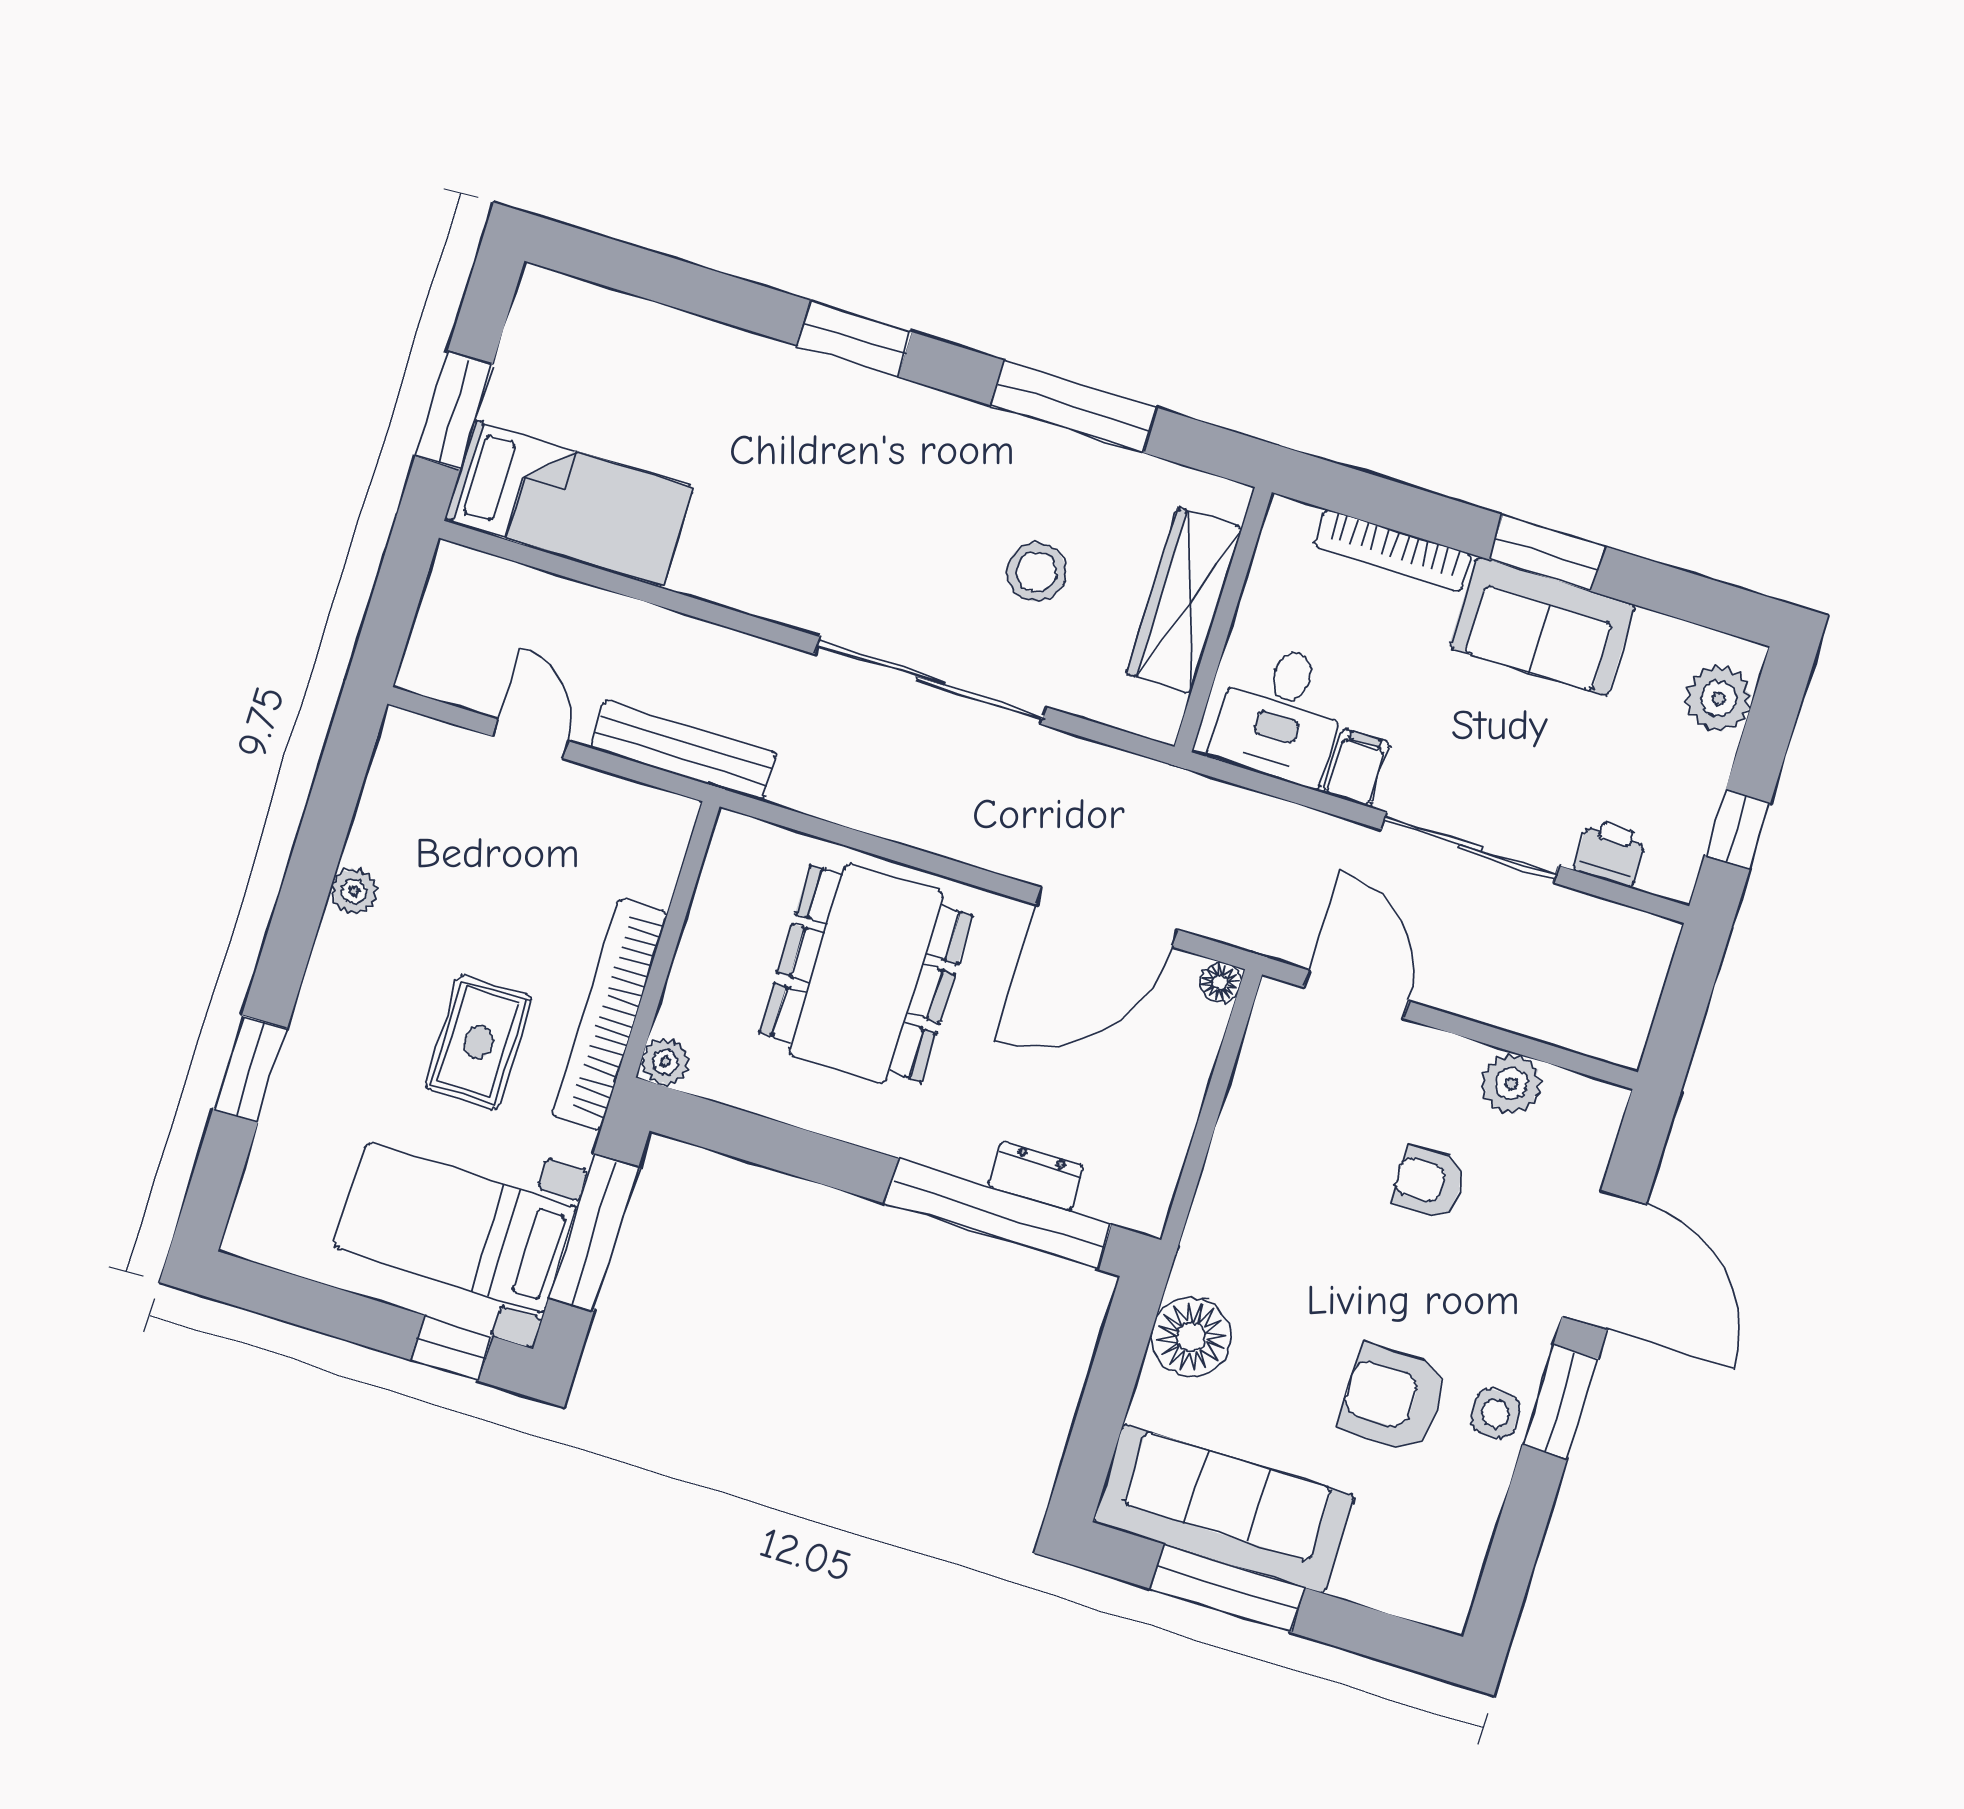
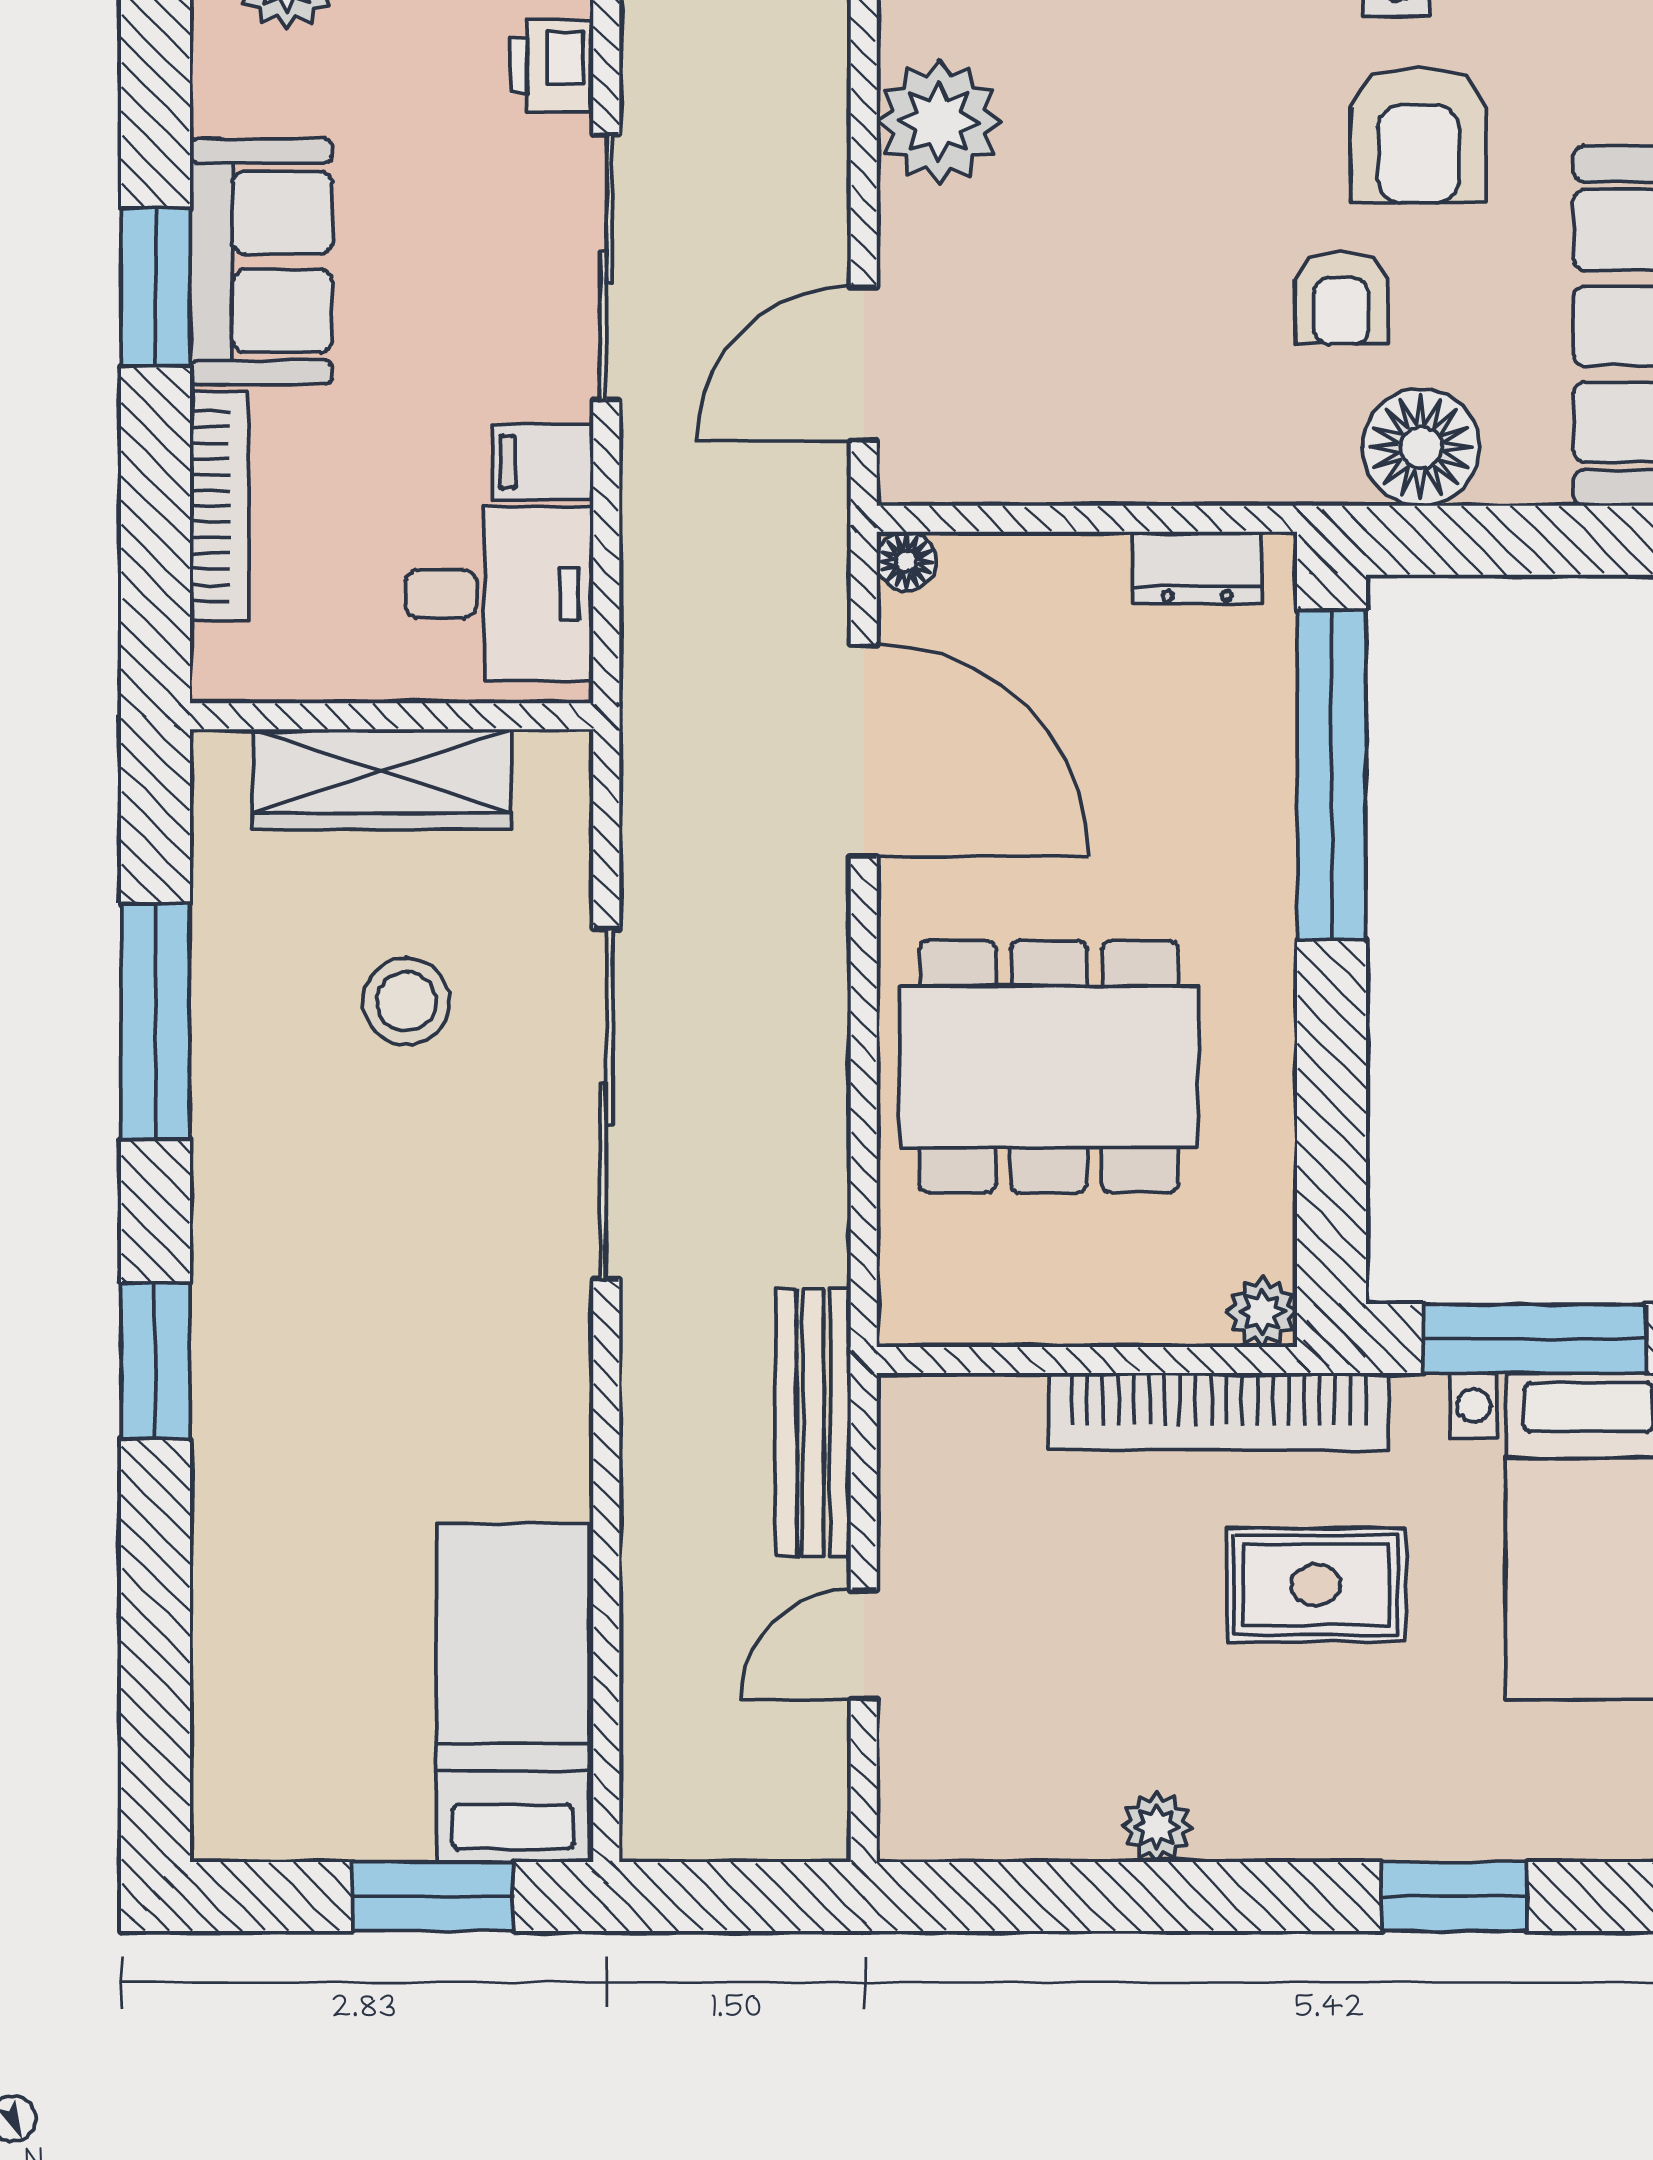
plant: (1511, 1084) -> (939, 122), width x1.36, depth x1.36
dresser: (1036, 1176) -> (1197, 568), moved, turned -90
armchair: (1429, 1183) -> (1341, 298), moved

